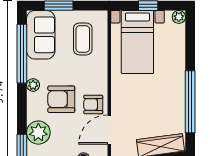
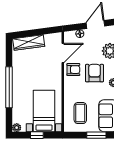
armchair: (61, 99) -> (95, 73), turned -90
window: (190, 102) -> (9, 87), moved

